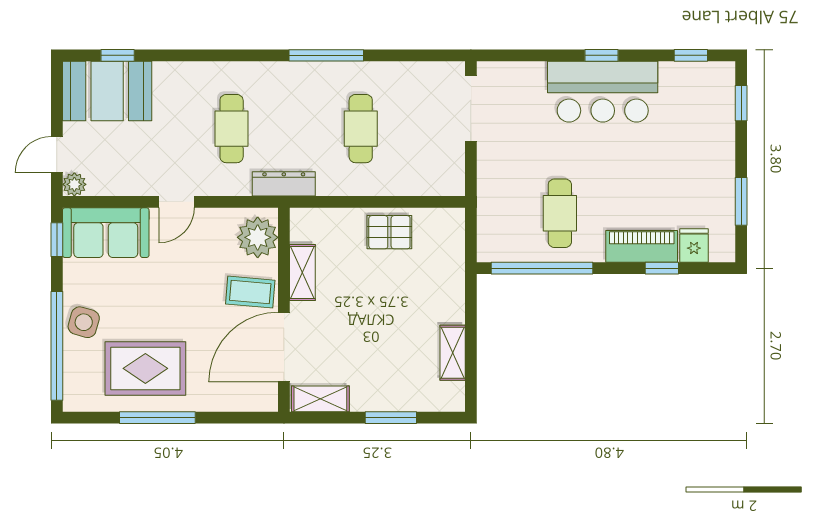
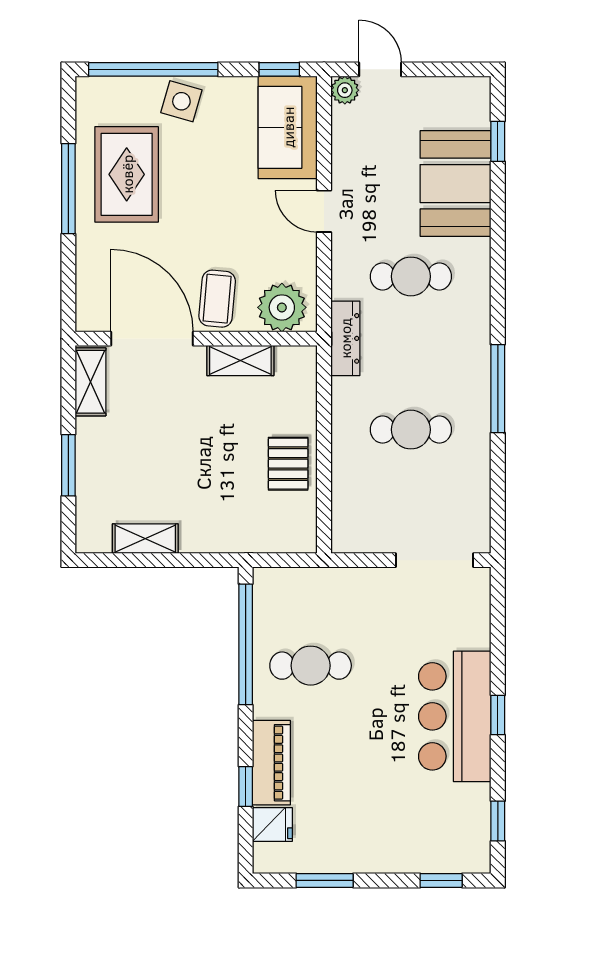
booth: (107, 91) -> (456, 184), moved

